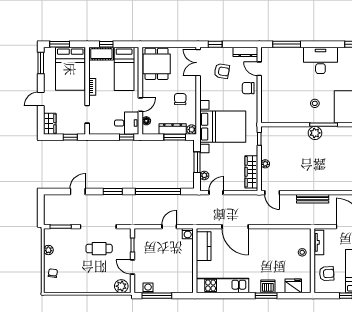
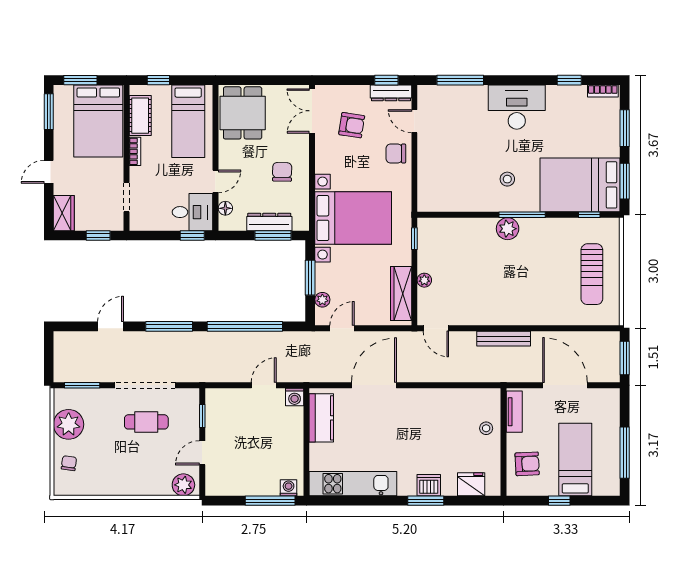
window: (215, 44) -> (386, 80), moved
cot: (101, 54) -> (140, 116), moved, turned 90
plant: (192, 130) -> (301, 223), removed
window: (113, 191) -> (169, 326), width x1.44
door: (235, 227) -> (374, 385), swing flipped
plant: (48, 250) -> (69, 424), width x1.88, depth x1.88
door: (132, 267) -> (202, 453), hinge flipped
washing machine: (148, 288) -> (289, 488), moved
window: (157, 296) -> (270, 501), moved

